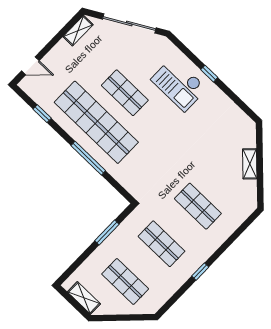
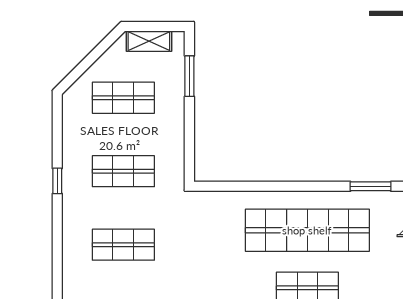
window: (42, 114) -> (371, 186), width x1.50
window: (88, 158) -> (281, 186), removed
window: (107, 233) -> (189, 76), moved

